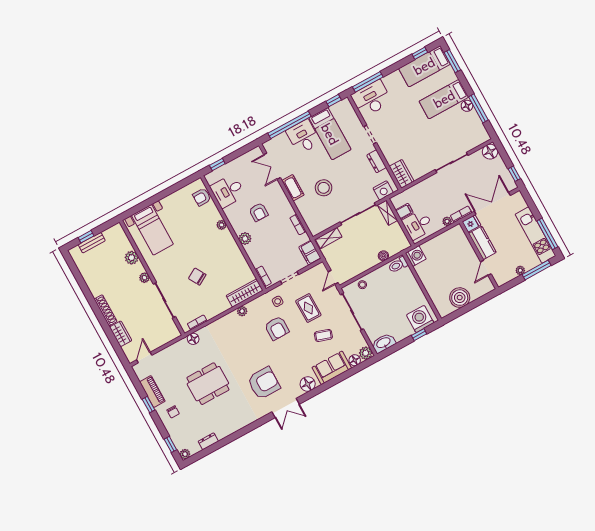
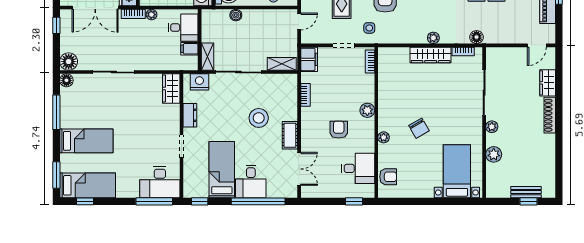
floor lamp: (467, 106) -> (66, 80), moved
chair: (197, 277) -> (419, 128), moved
wardrobe: (245, 293) -> (431, 55), moved
plant: (242, 311) -> (433, 38), moved

